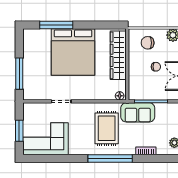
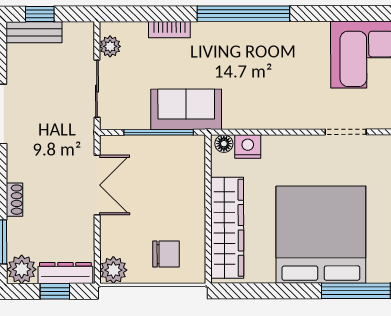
chair: (156, 67) -> (149, 204), removed
nightstand: (108, 94) -> (248, 147), added
rug: (107, 128) -> (251, 76), removed

